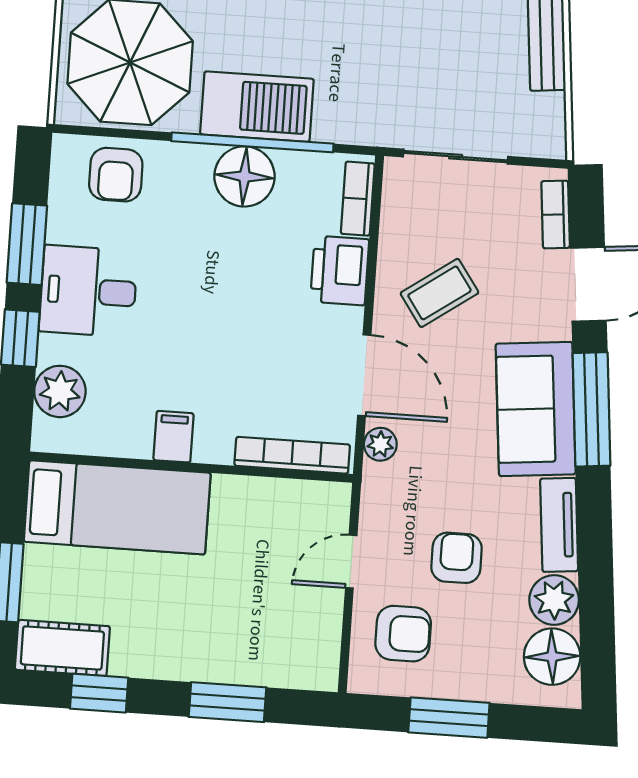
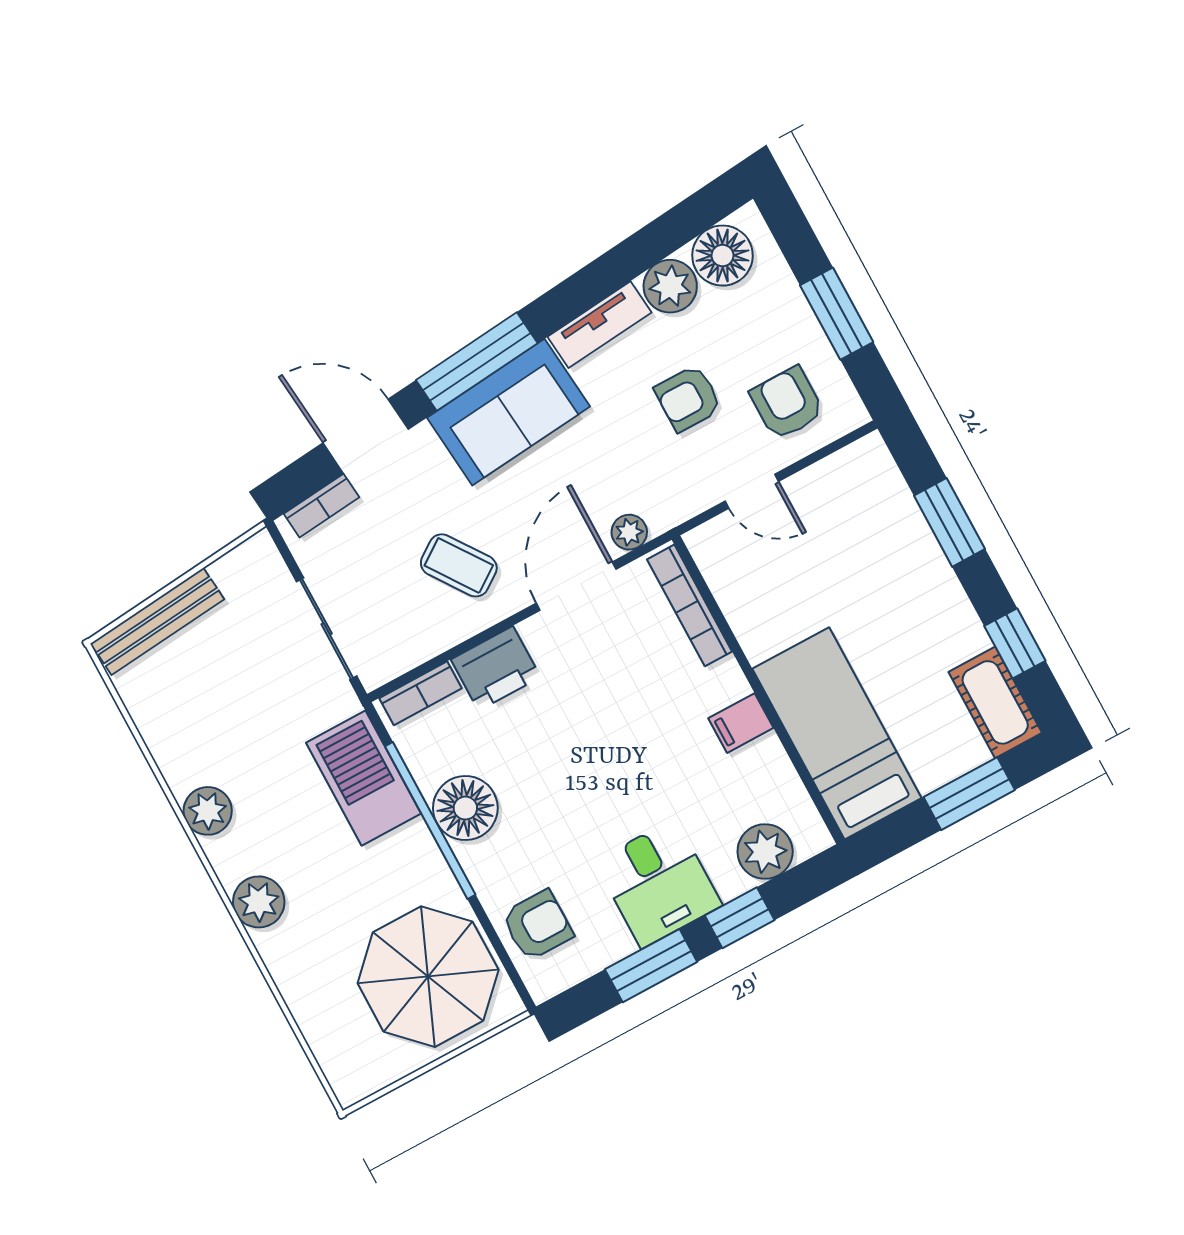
barbecue: (257, 107) -> (363, 778), moved

